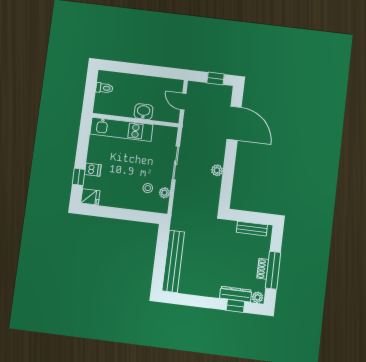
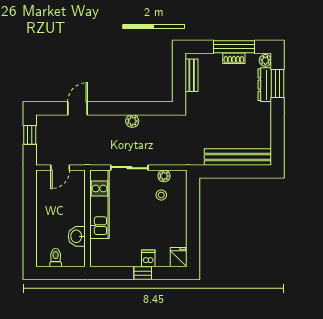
washbasin: (144, 112) -> (77, 236), moved
door: (234, 123) -> (78, 108), width x0.53
kitchen unit: (121, 129) -> (100, 204), moved
window: (79, 177) -> (143, 273), moved
window: (235, 306) -> (278, 83), width x1.50

